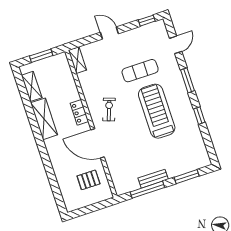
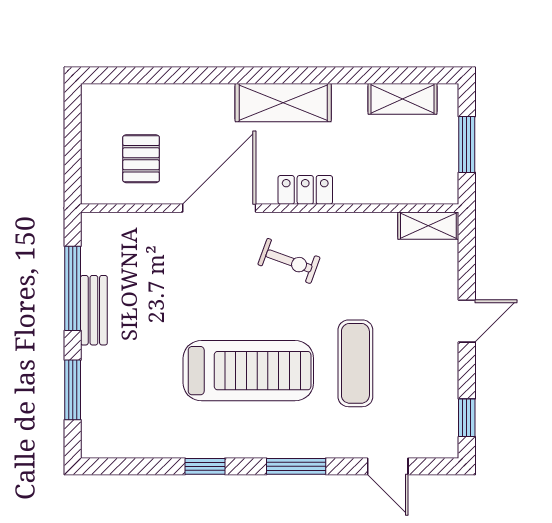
shelving: (44, 119) -> (283, 103), moved

